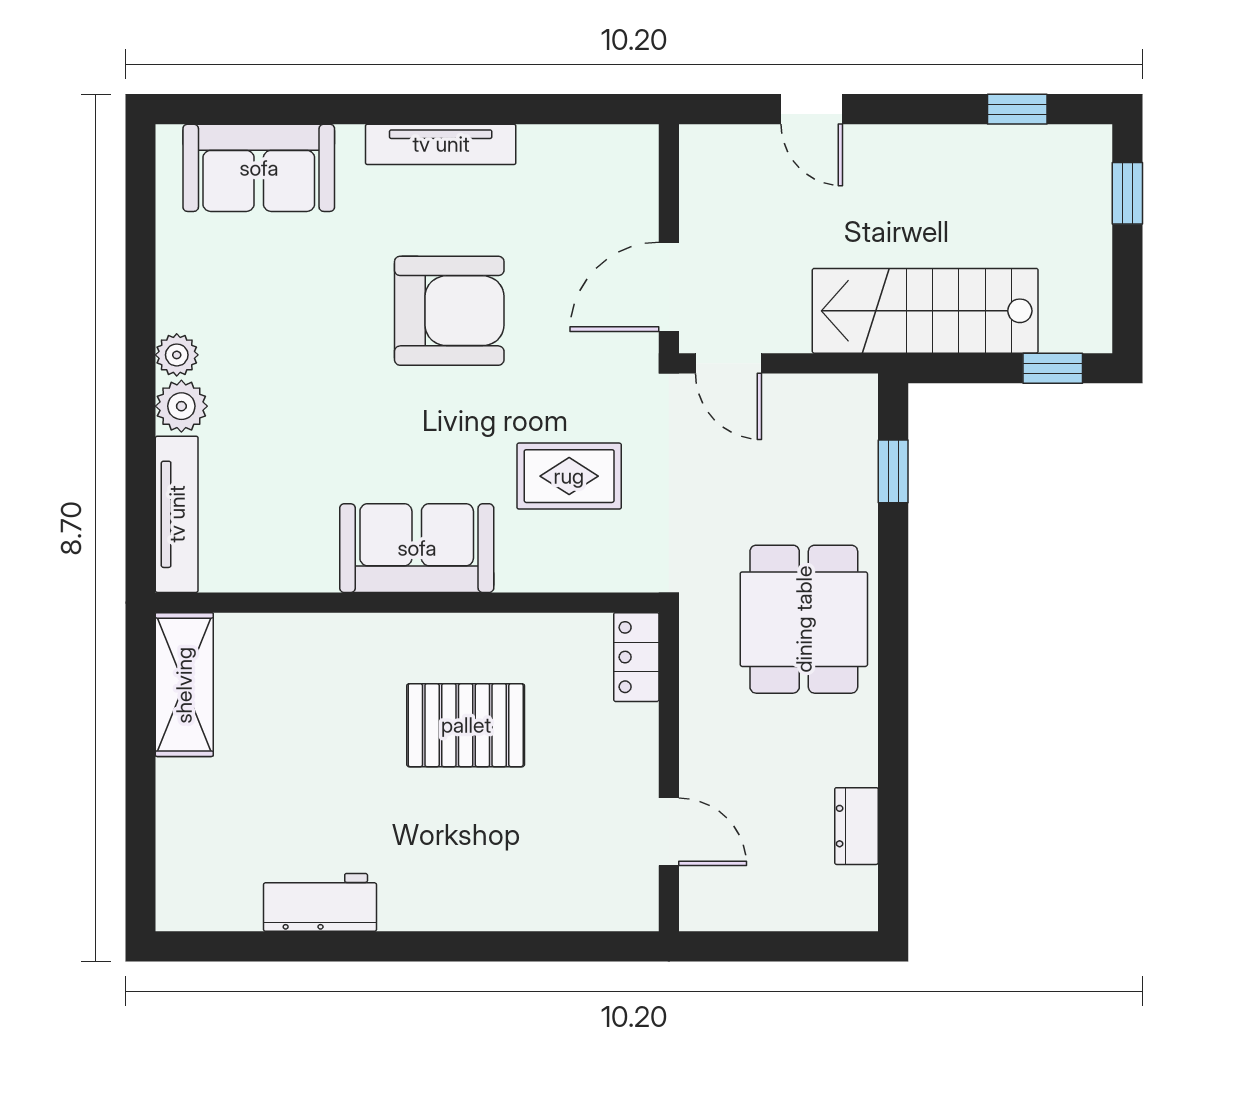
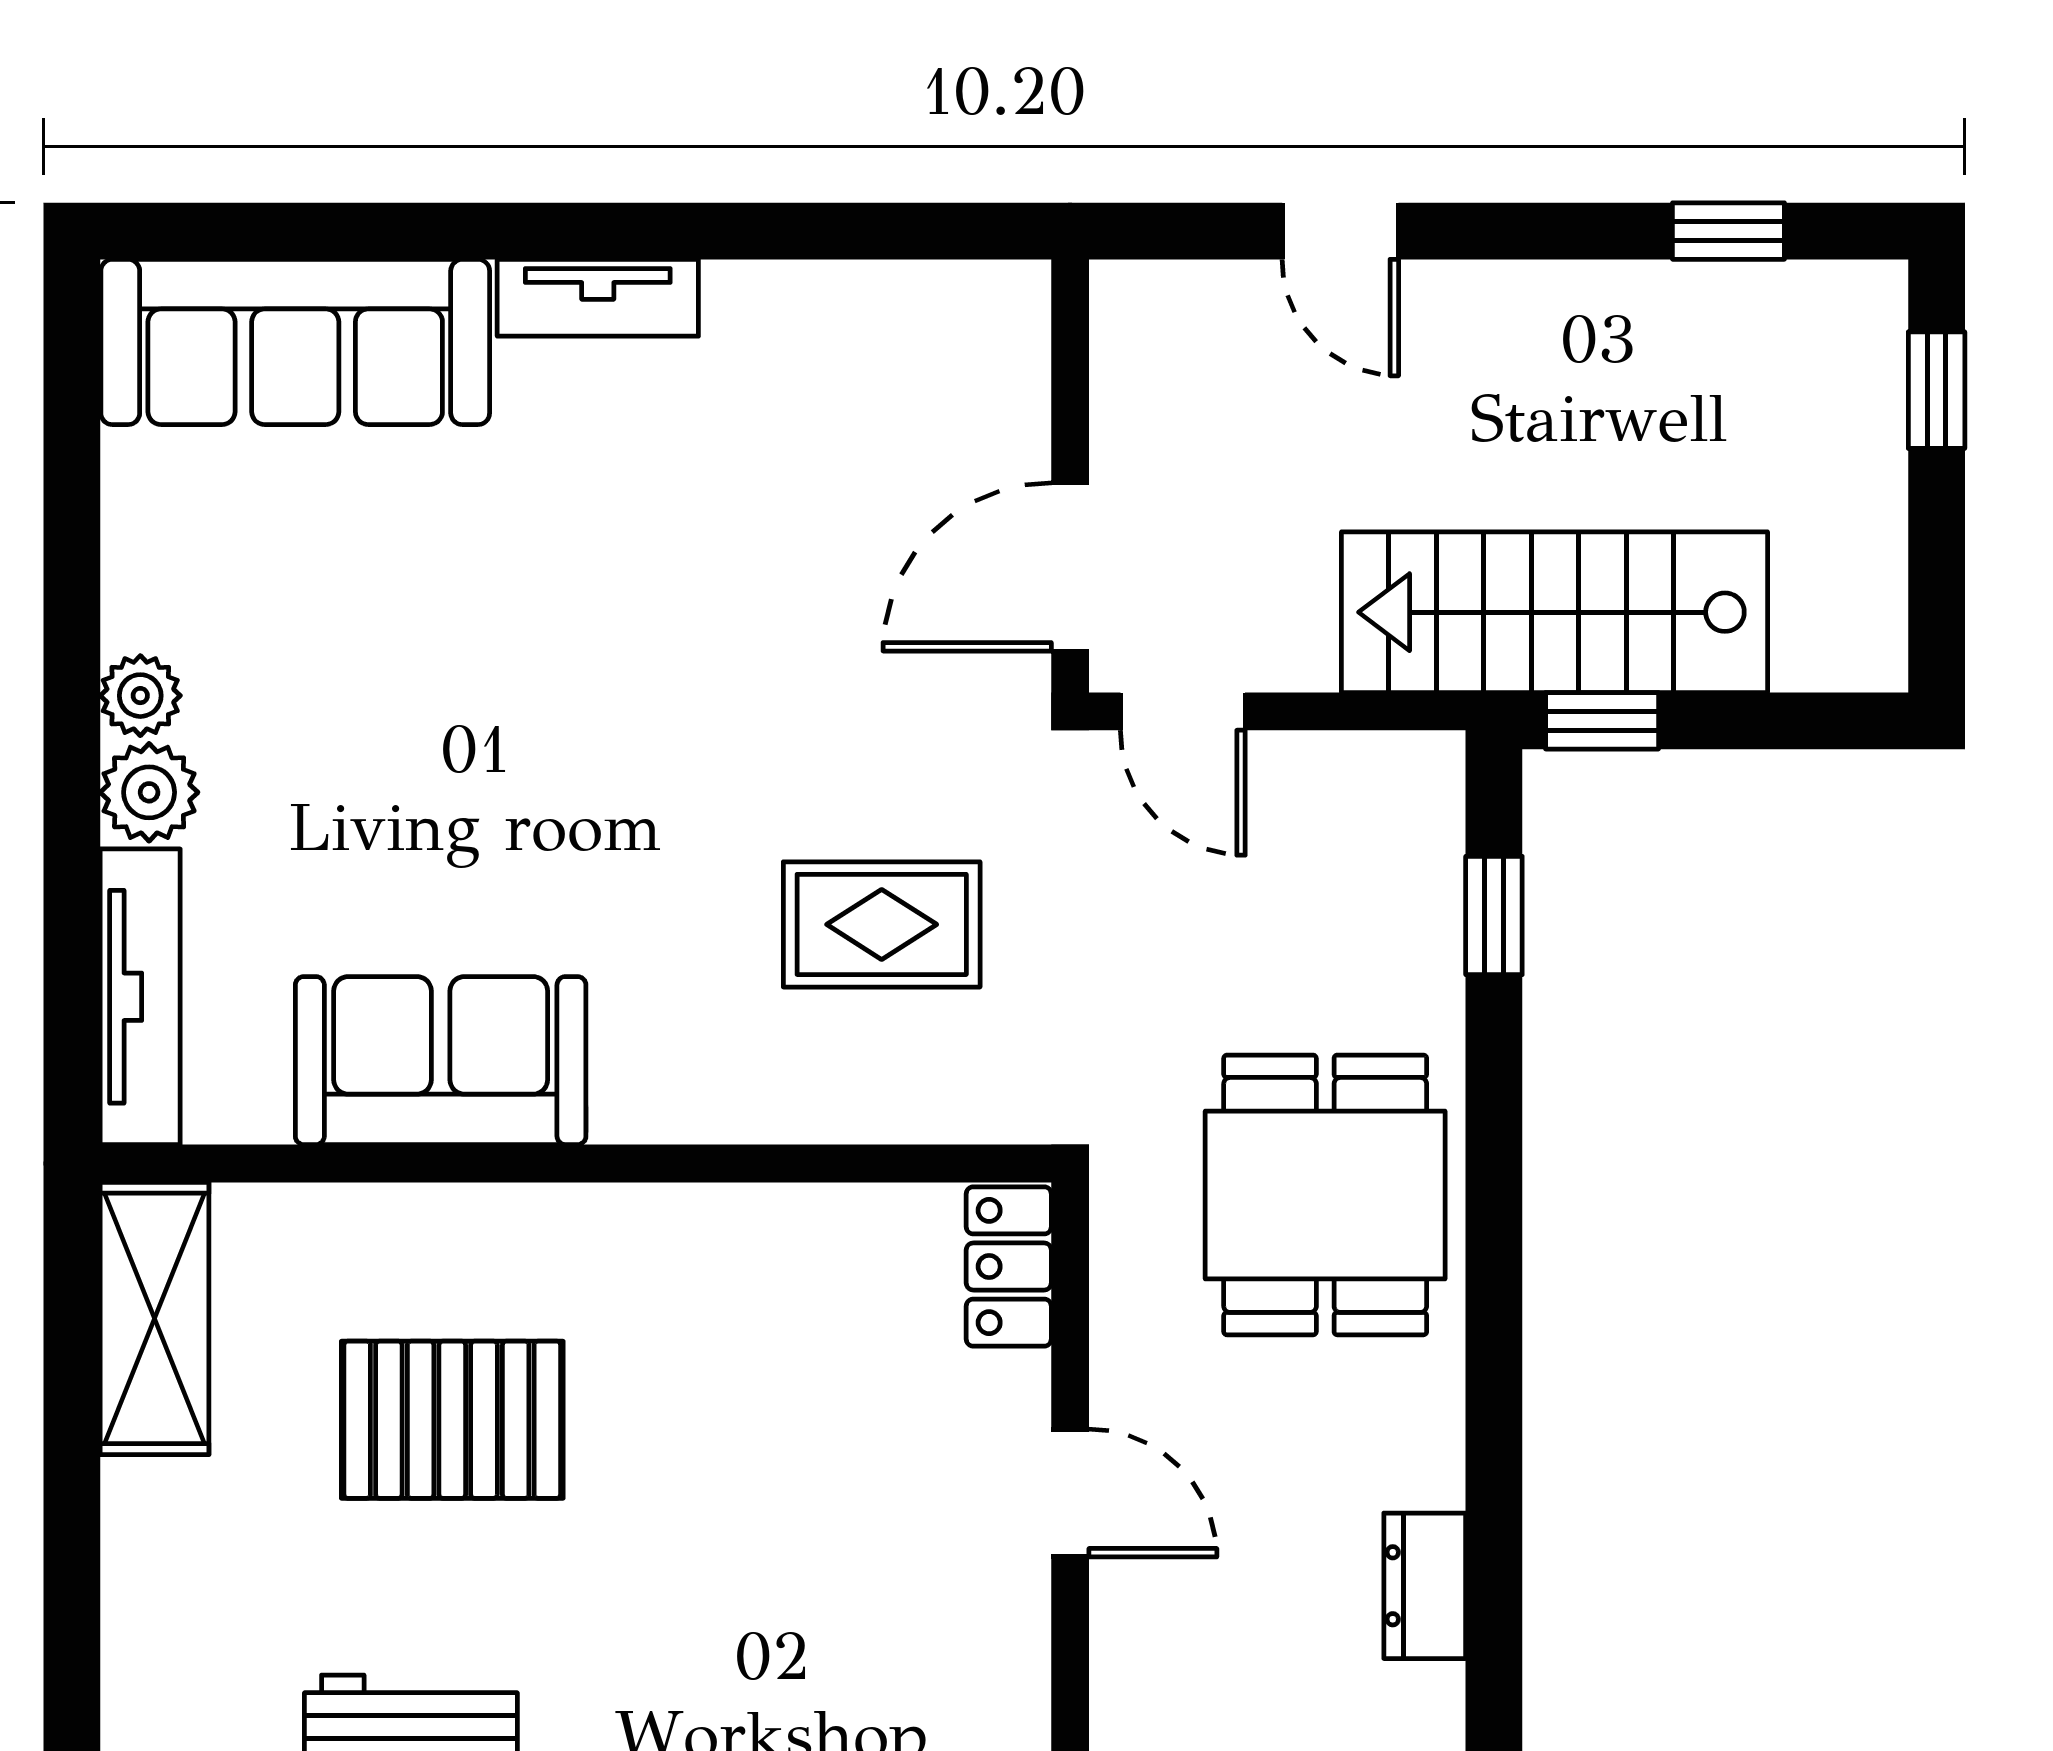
tv unit: (441, 144) -> (598, 298), width x0.71
sofa: (259, 168) -> (295, 342), width x1.36
armchair: (449, 311) -> (655, 612), removed
window: (1053, 368) -> (1602, 721), moved
sofa: (417, 548) -> (441, 1061), moved
pallet: (466, 725) -> (452, 1420), moved
door: (669, 832) -> (1070, 1493), moved

